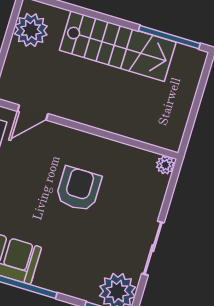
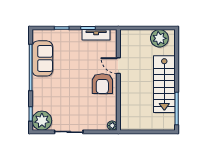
door: (33, 113) -> (118, 66), moved
armchair: (78, 189) -> (102, 84), moved, turned 90

